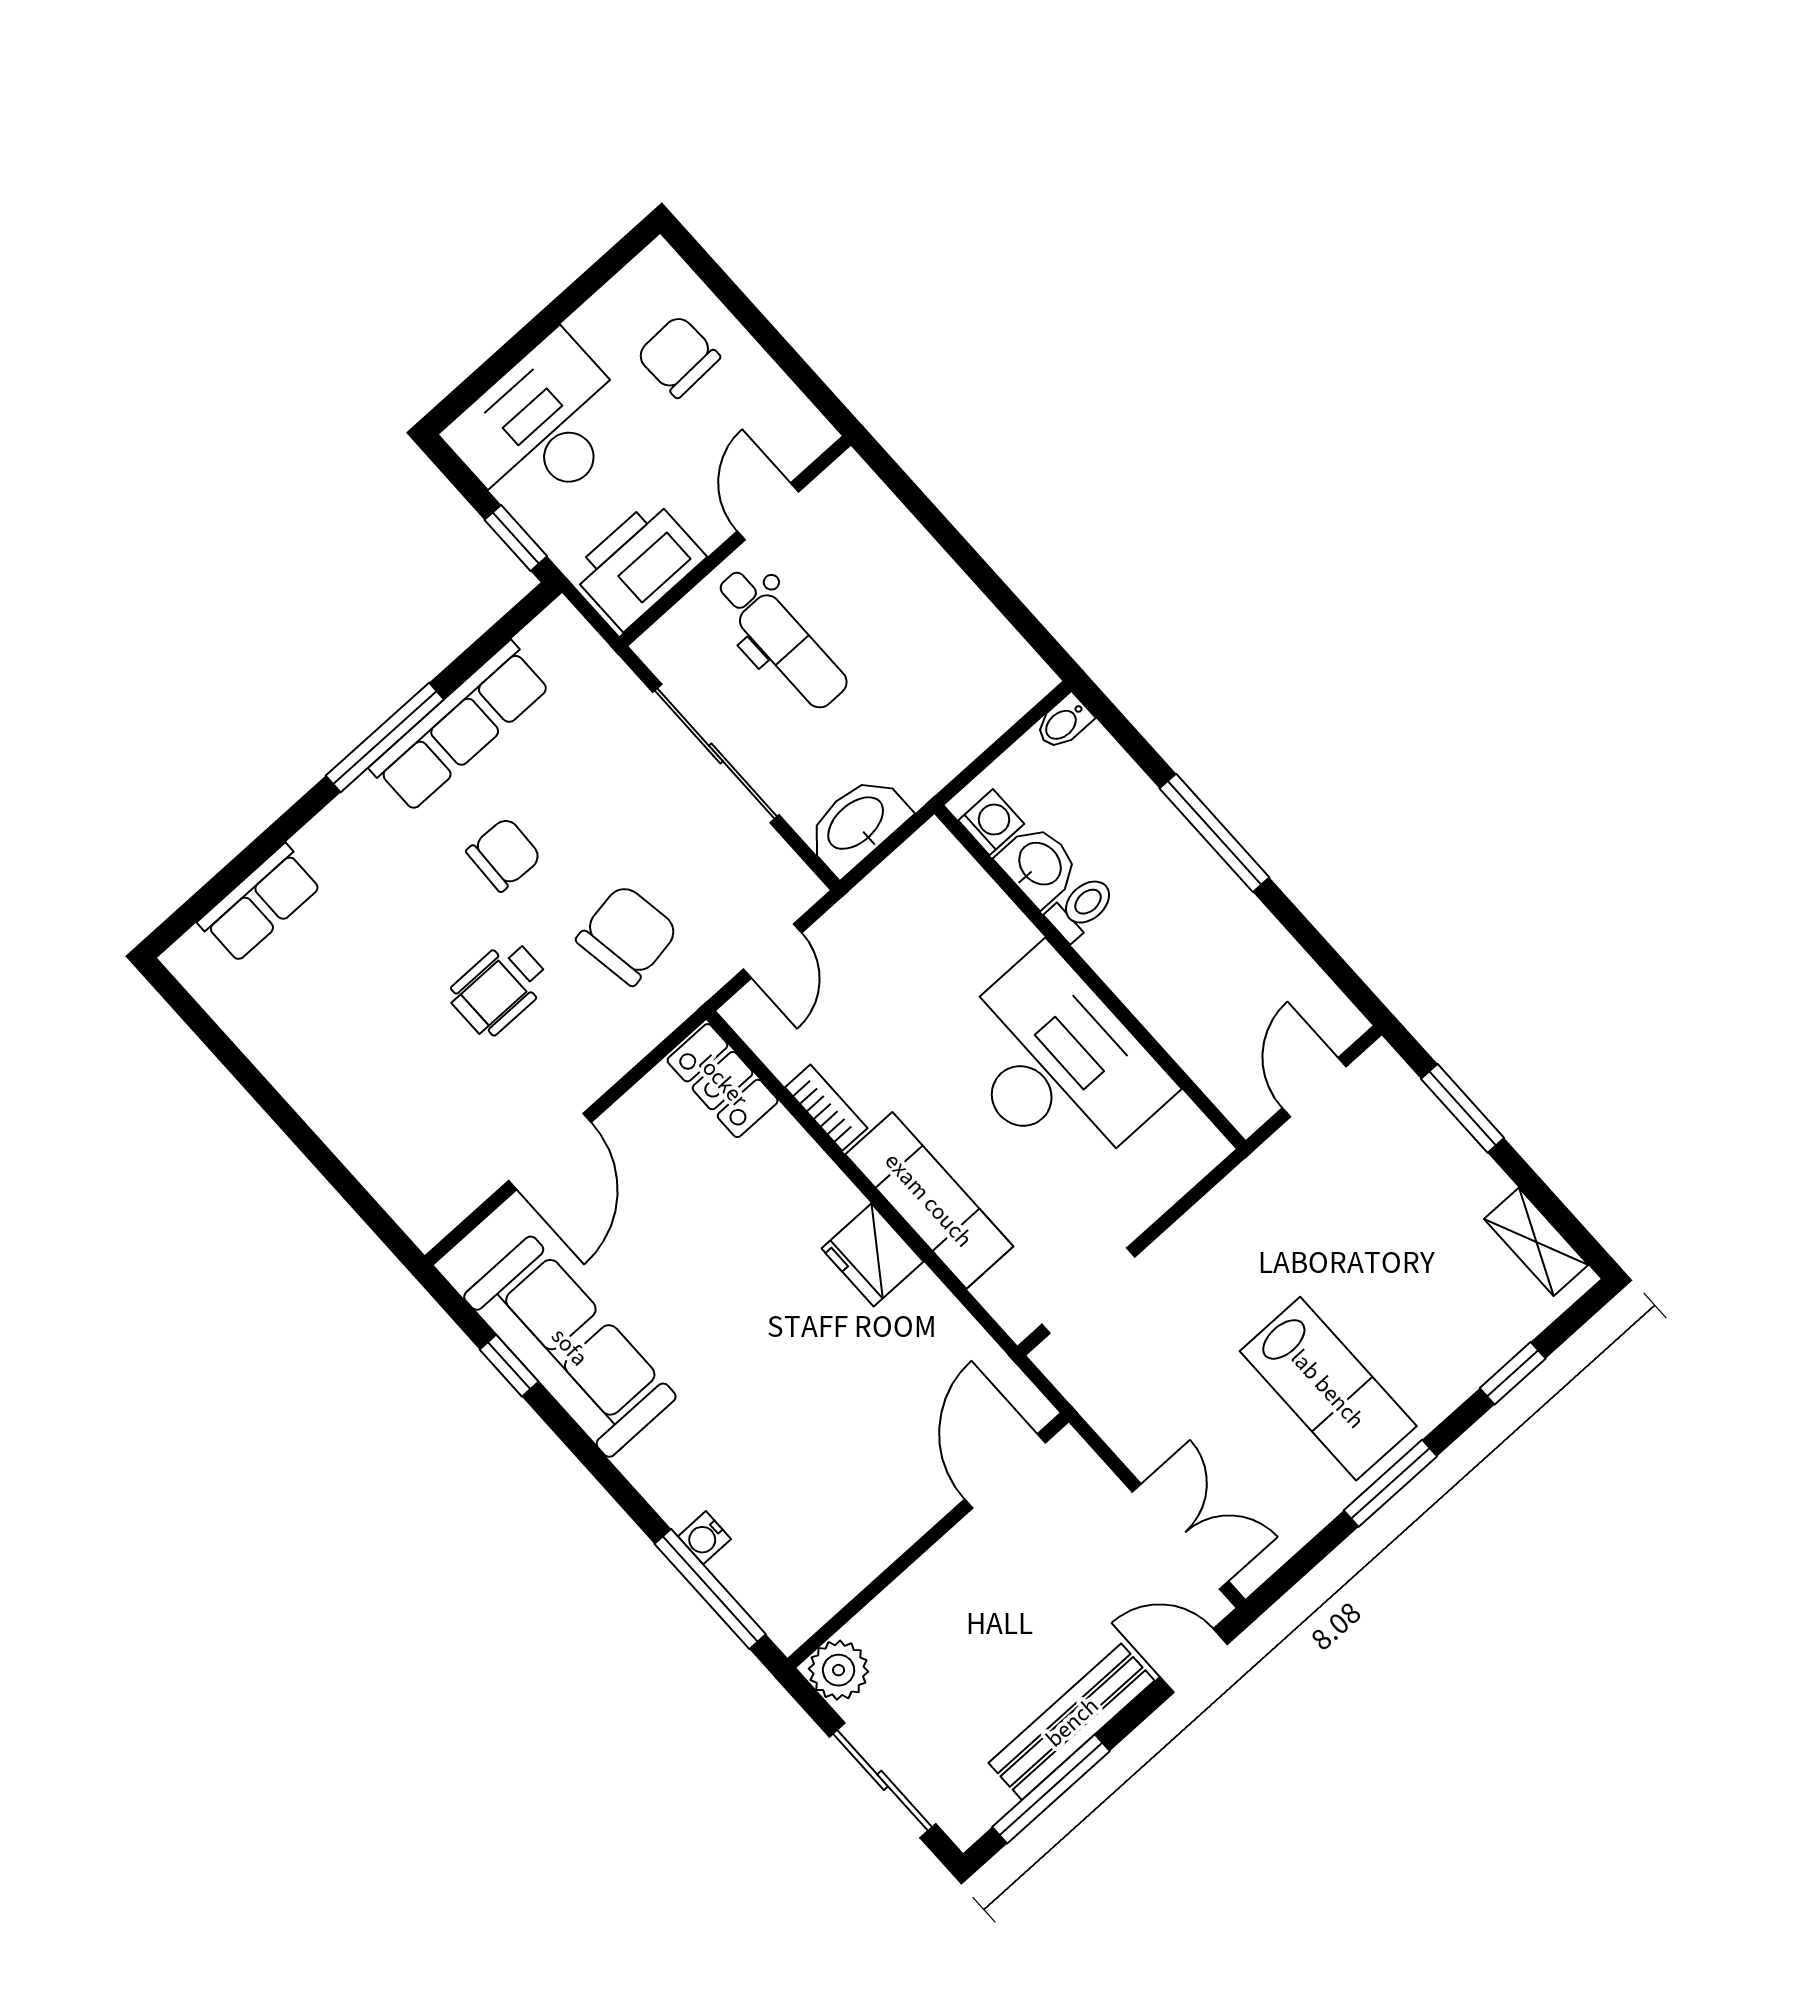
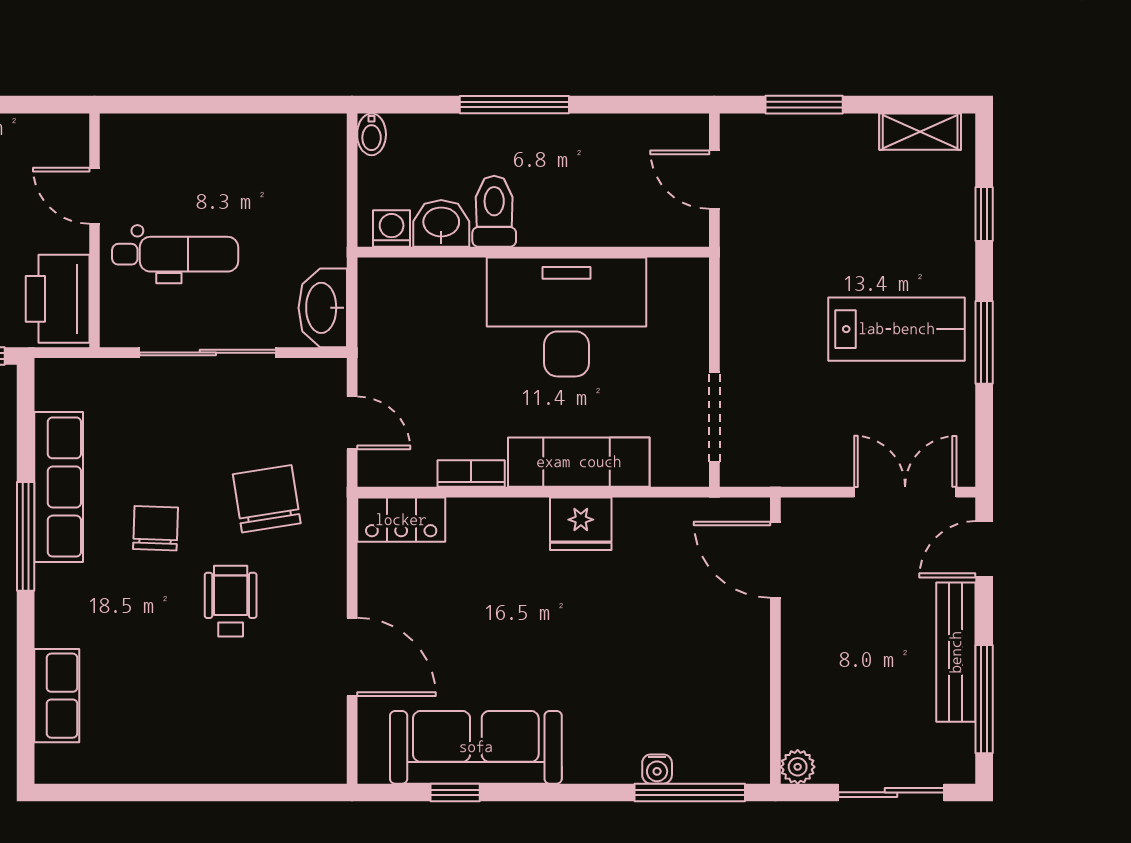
toilet: (1081, 908) -> (494, 211), width x1.37, depth x1.39
wheelchair: (499, 988) -> (231, 601), turned 180
plant: (839, 1670) -> (798, 767), width x0.73, depth x0.73

